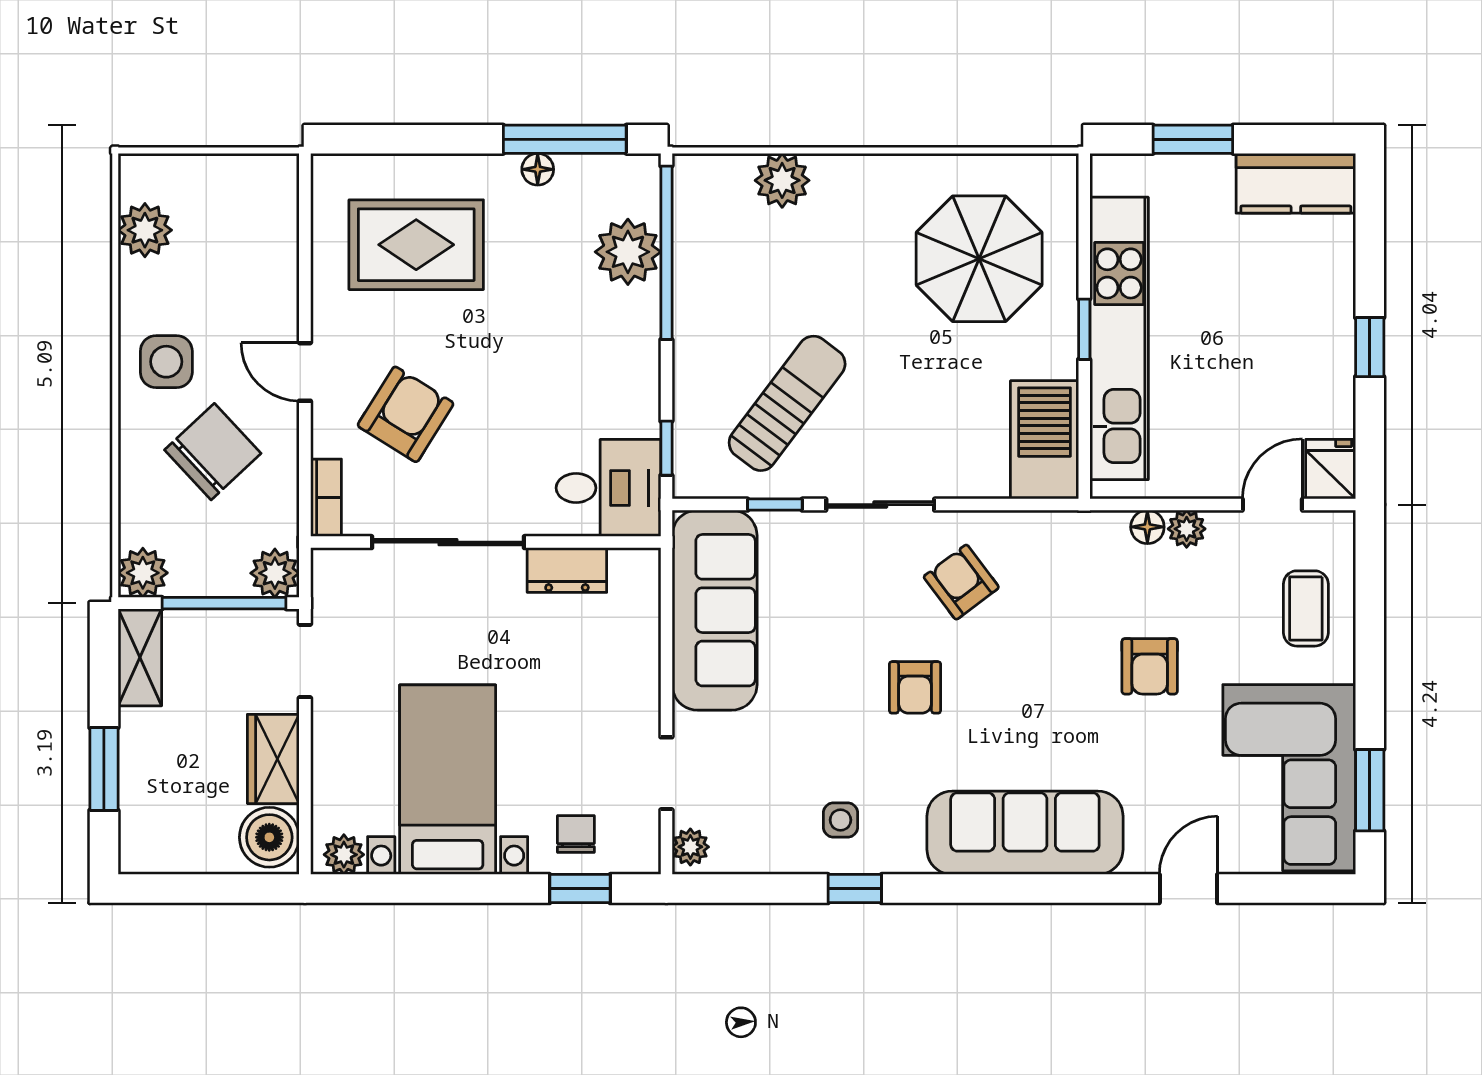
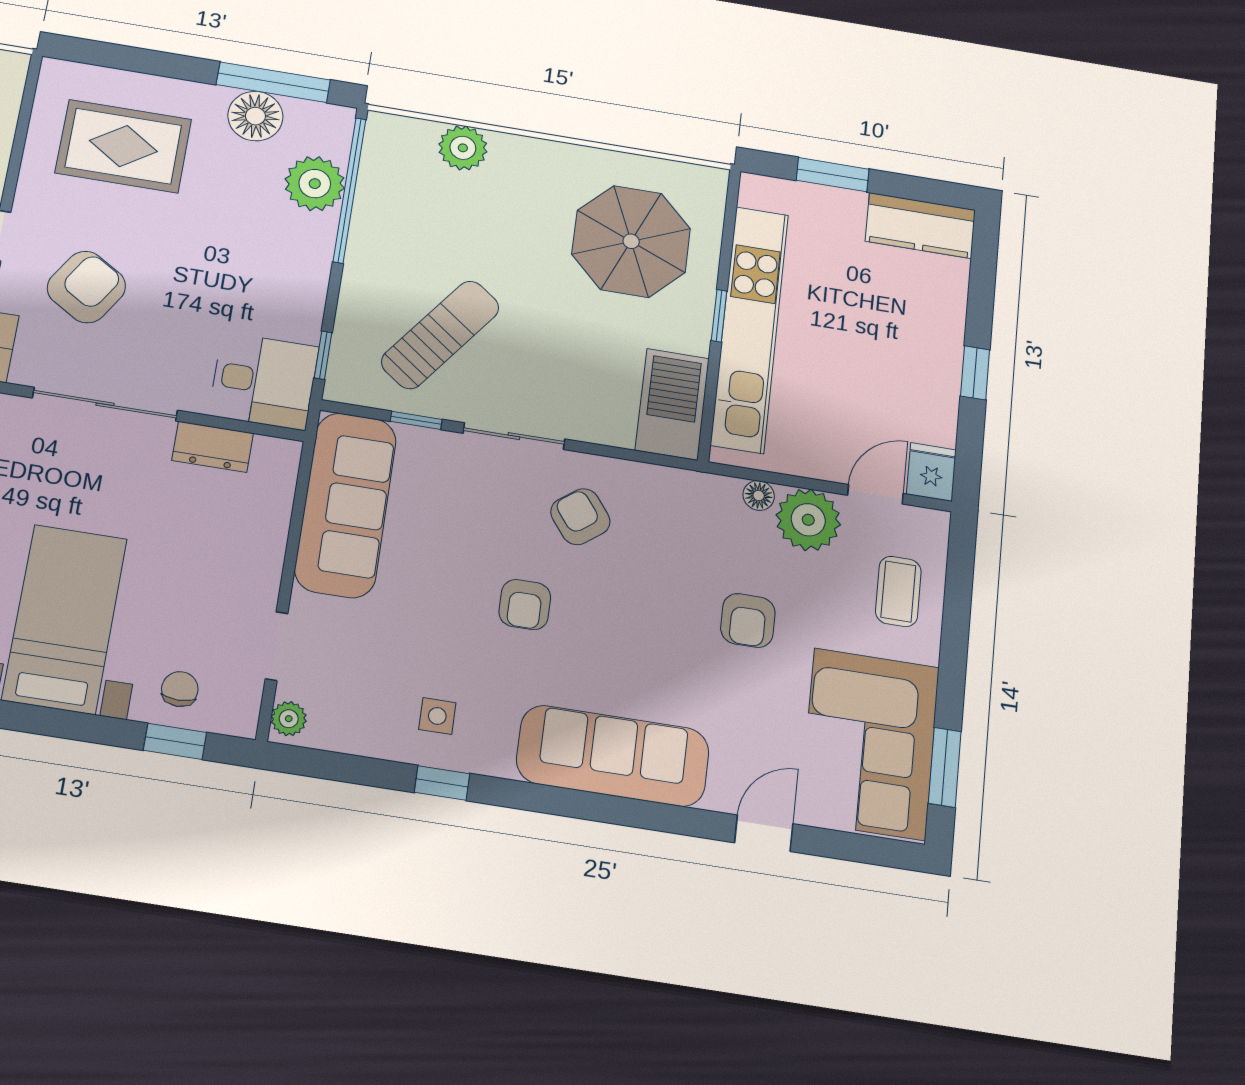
floor lamp: (538, 169) -> (255, 116), width x1.89, depth x1.89
plant: (1187, 529) -> (808, 520), width x1.87, depth x1.87

